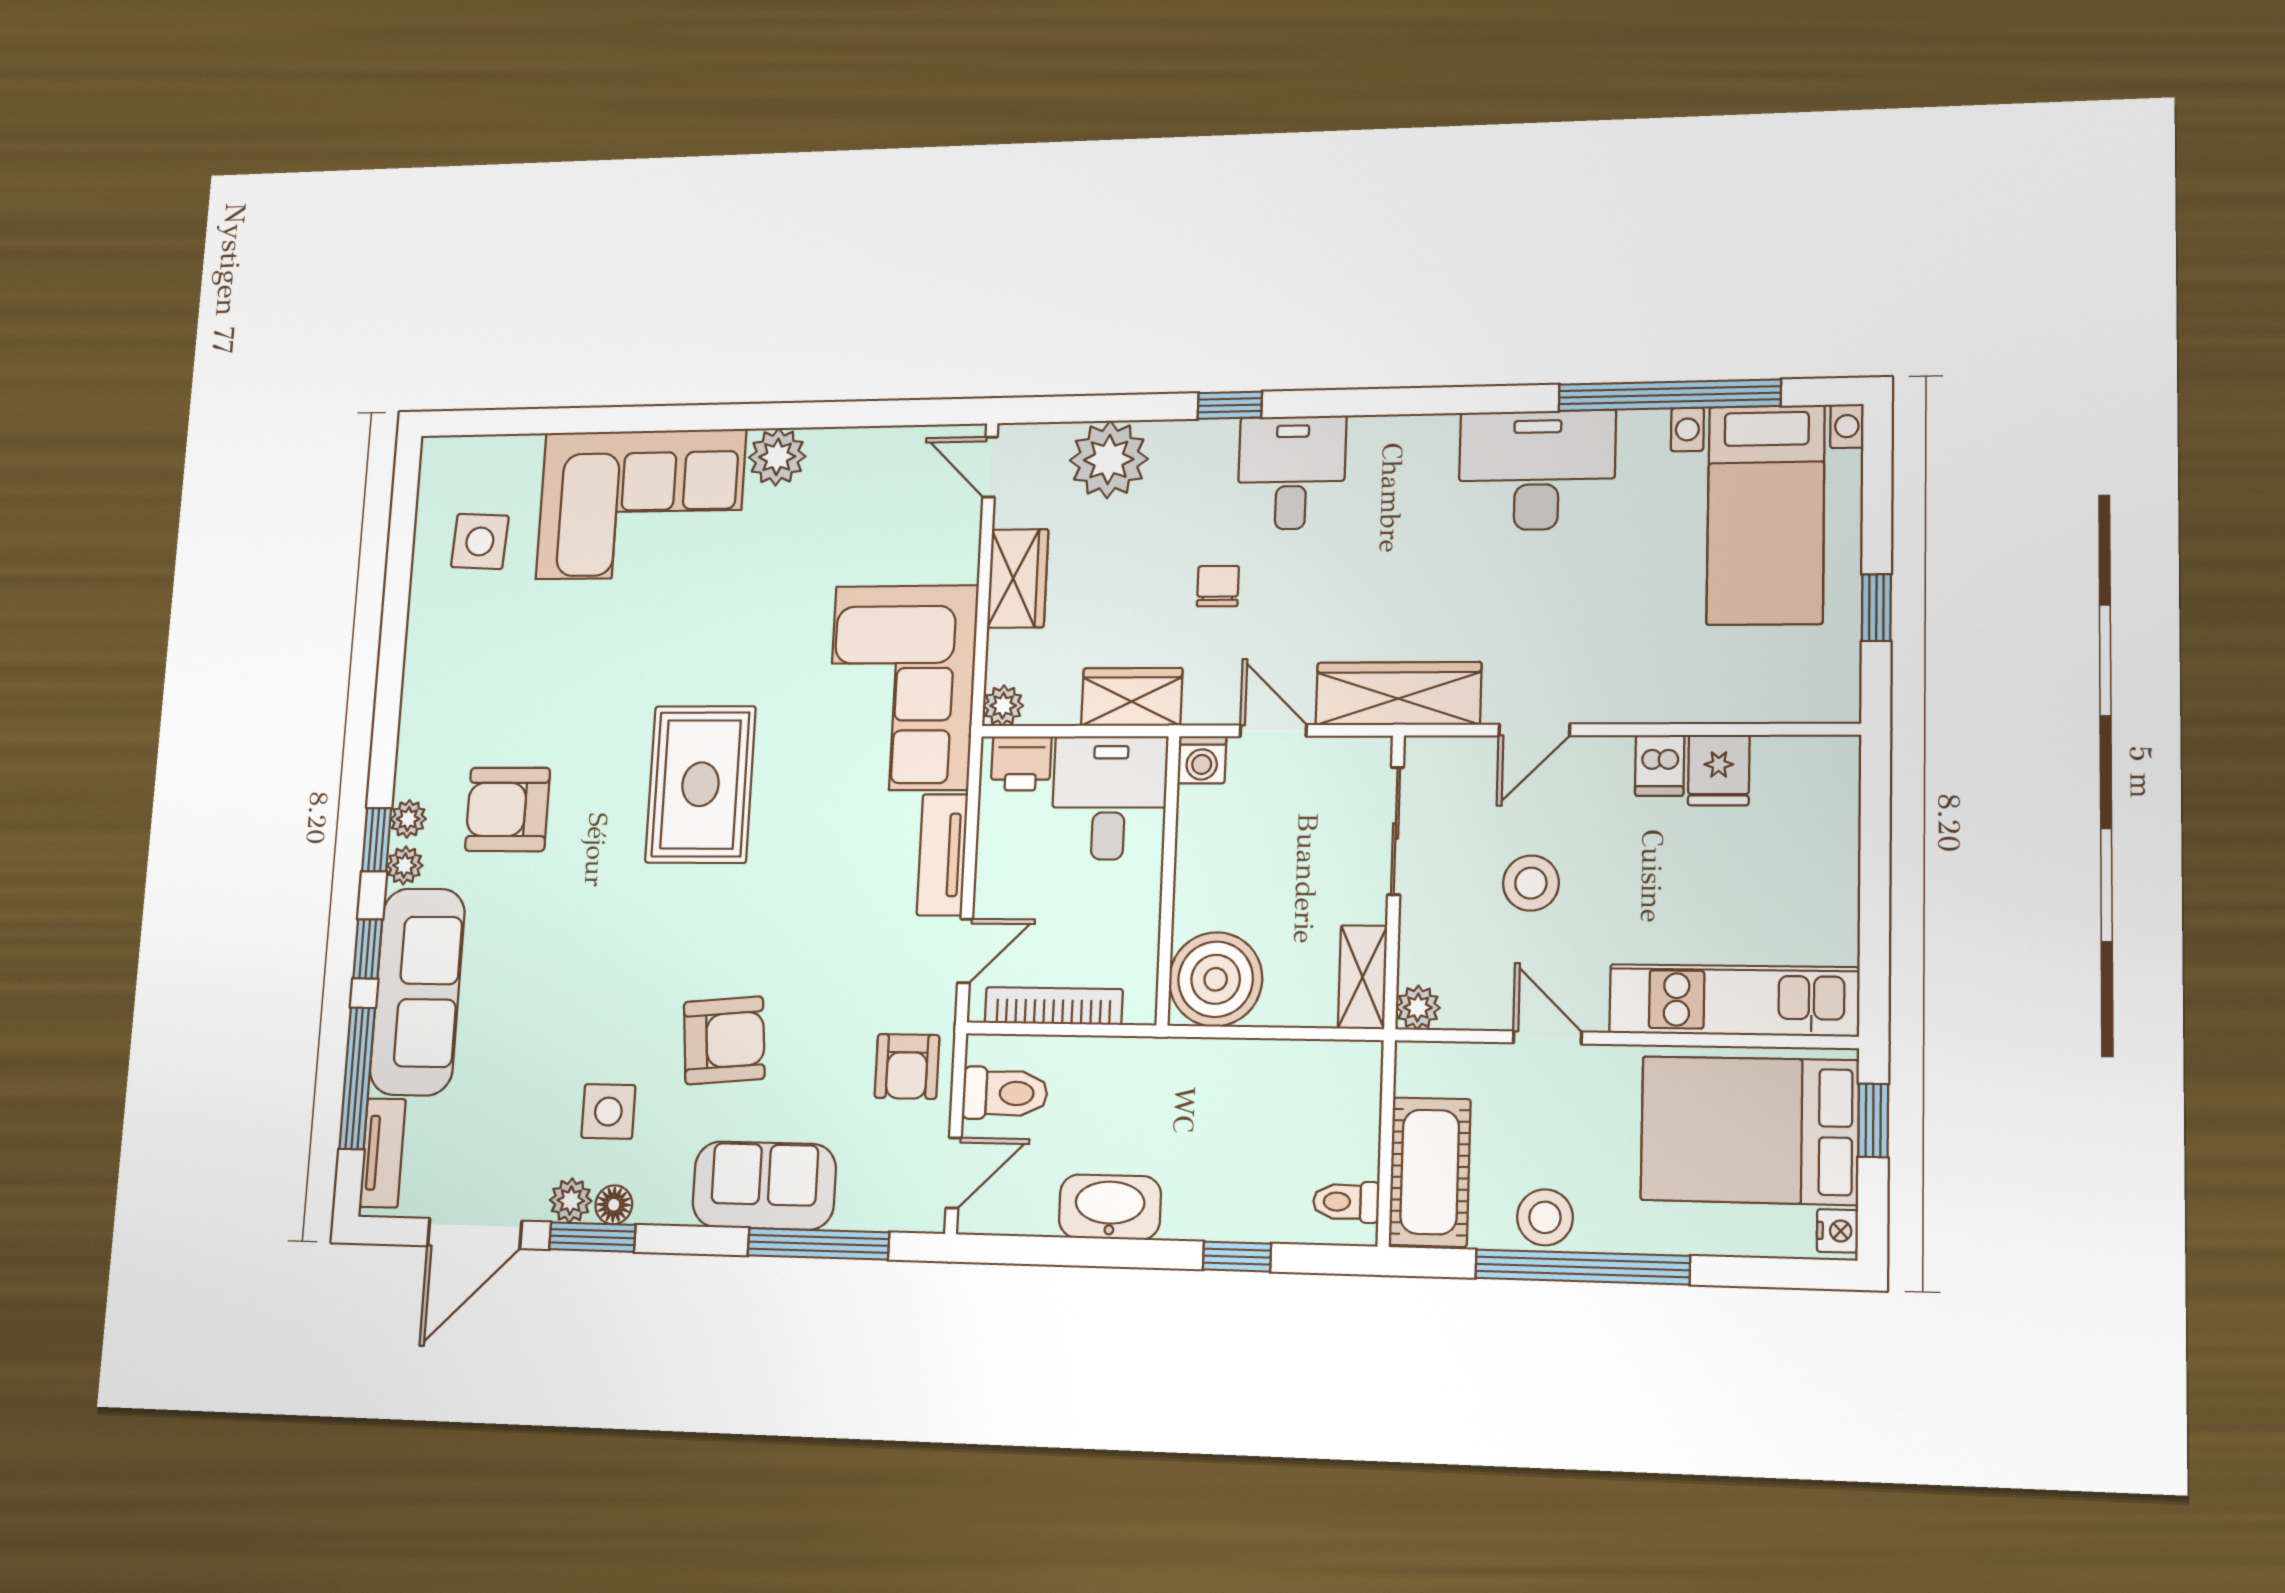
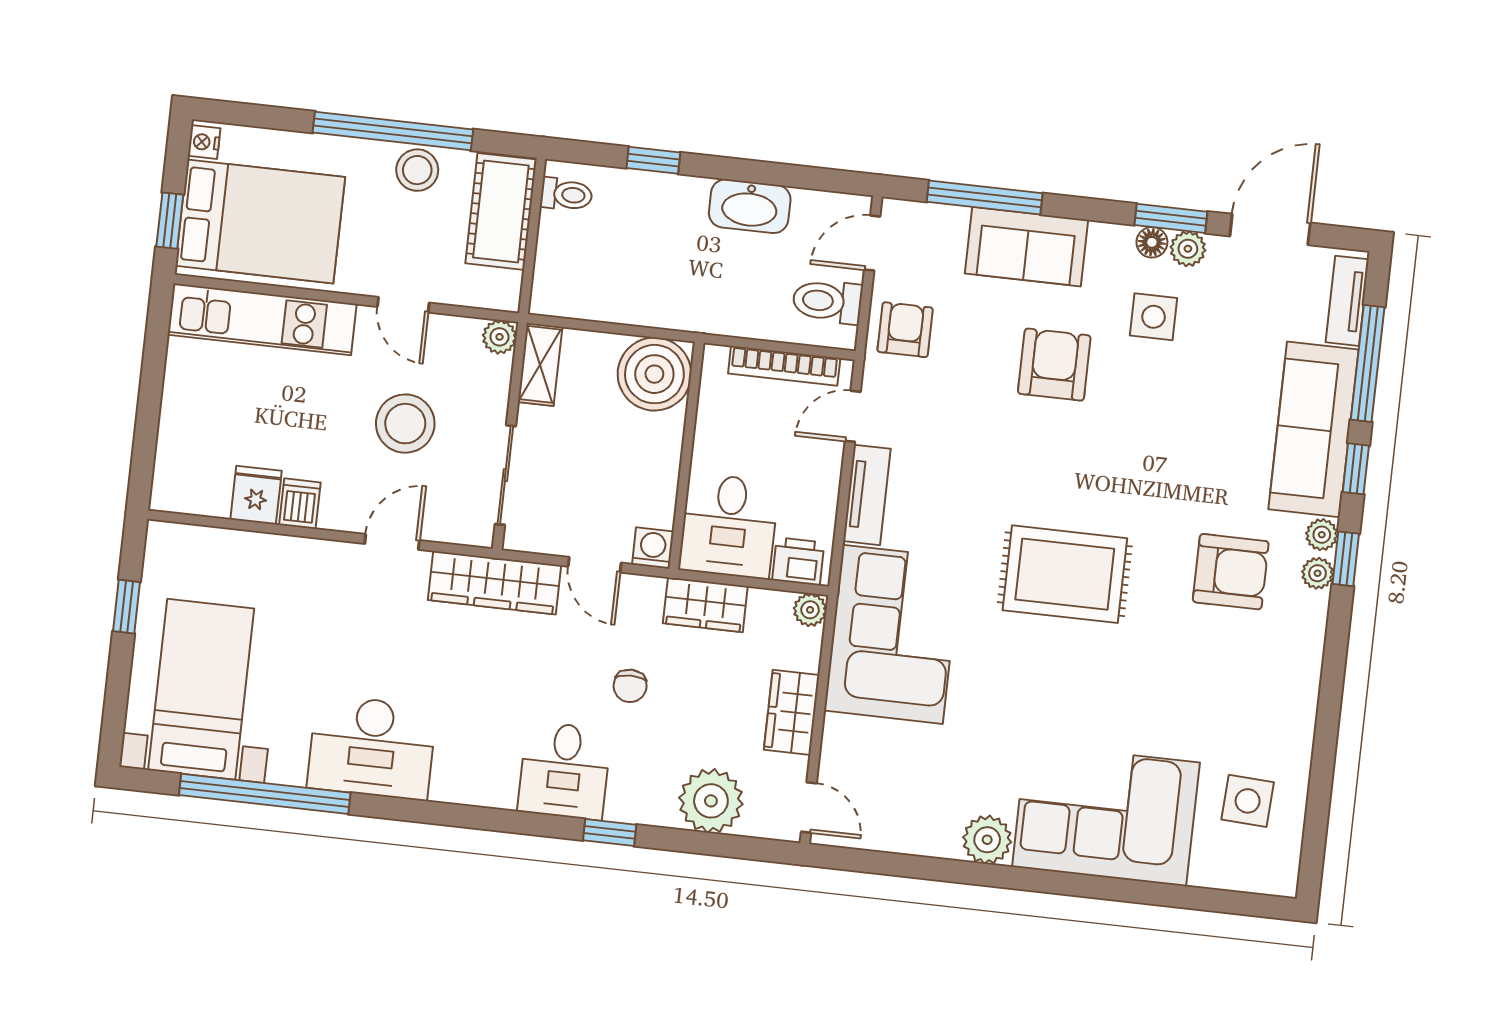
rug: (700, 784) -> (1065, 574), turned 90
stool: (1531, 883) -> (405, 424), width x1.38, depth x1.38
armchair: (724, 1040) -> (1054, 365), turned 95

